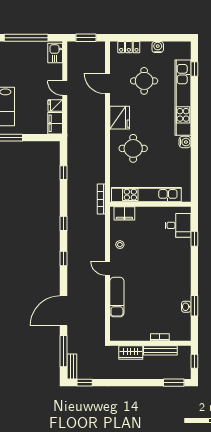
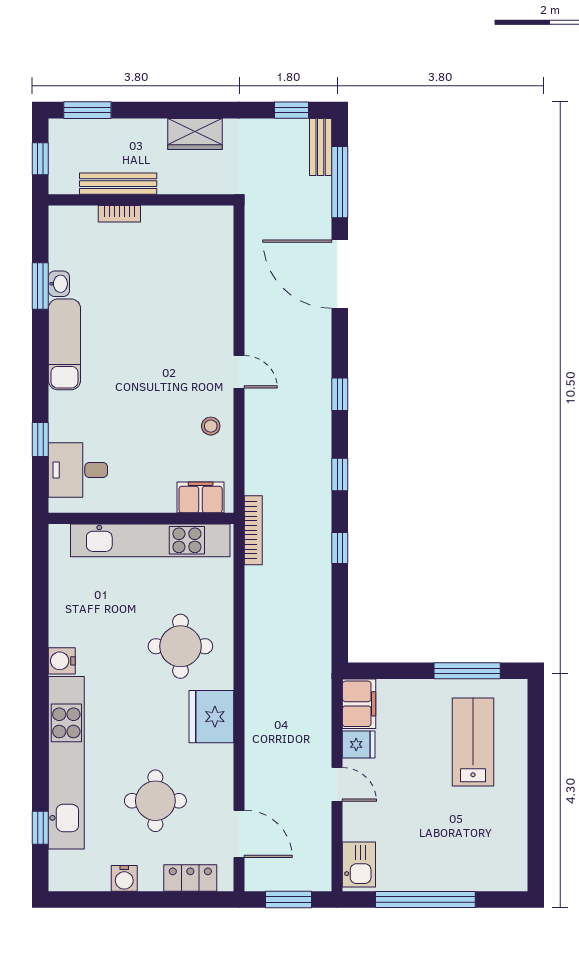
door: (108, 83) -> (239, 834), moved
window: (64, 173) -> (340, 548), moved
exam couch: (117, 297) -> (64, 344), moved, turned 180
door: (64, 311) -> (340, 274), swing flipped
wardrobe: (131, 353) -> (195, 134), moved, turned 180

